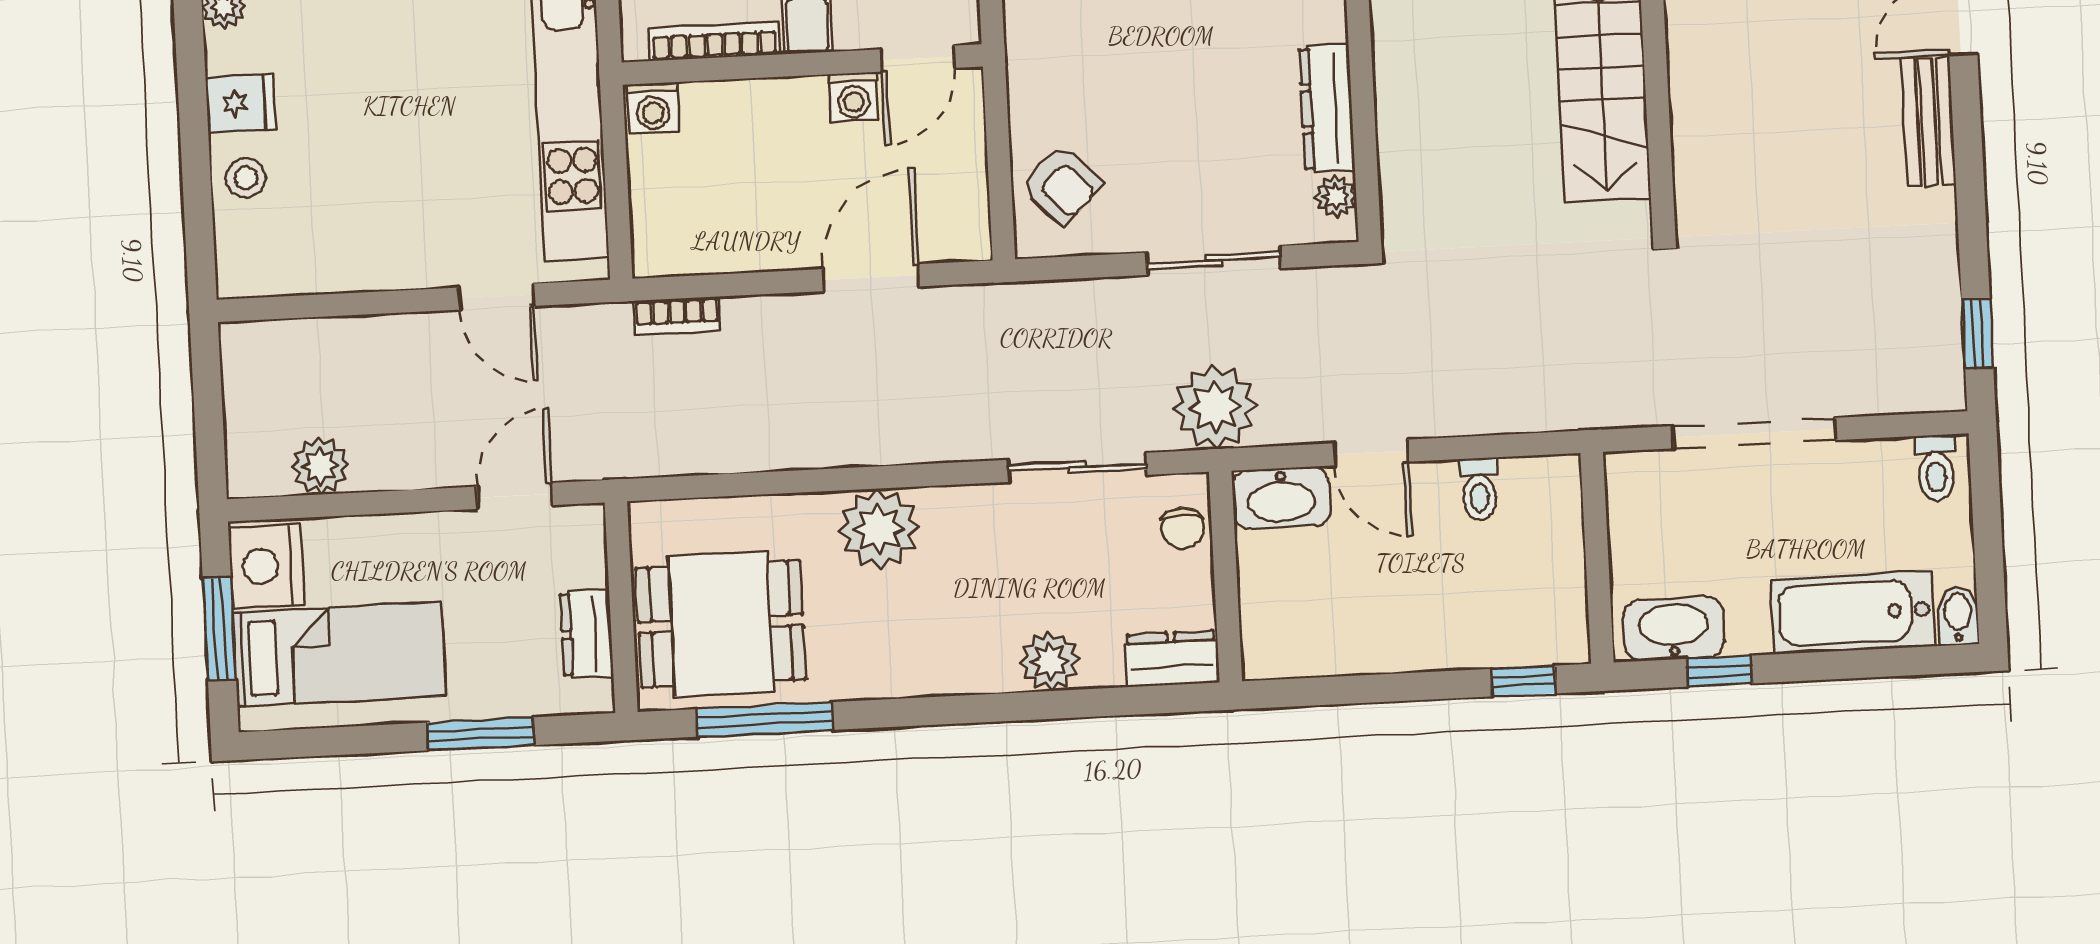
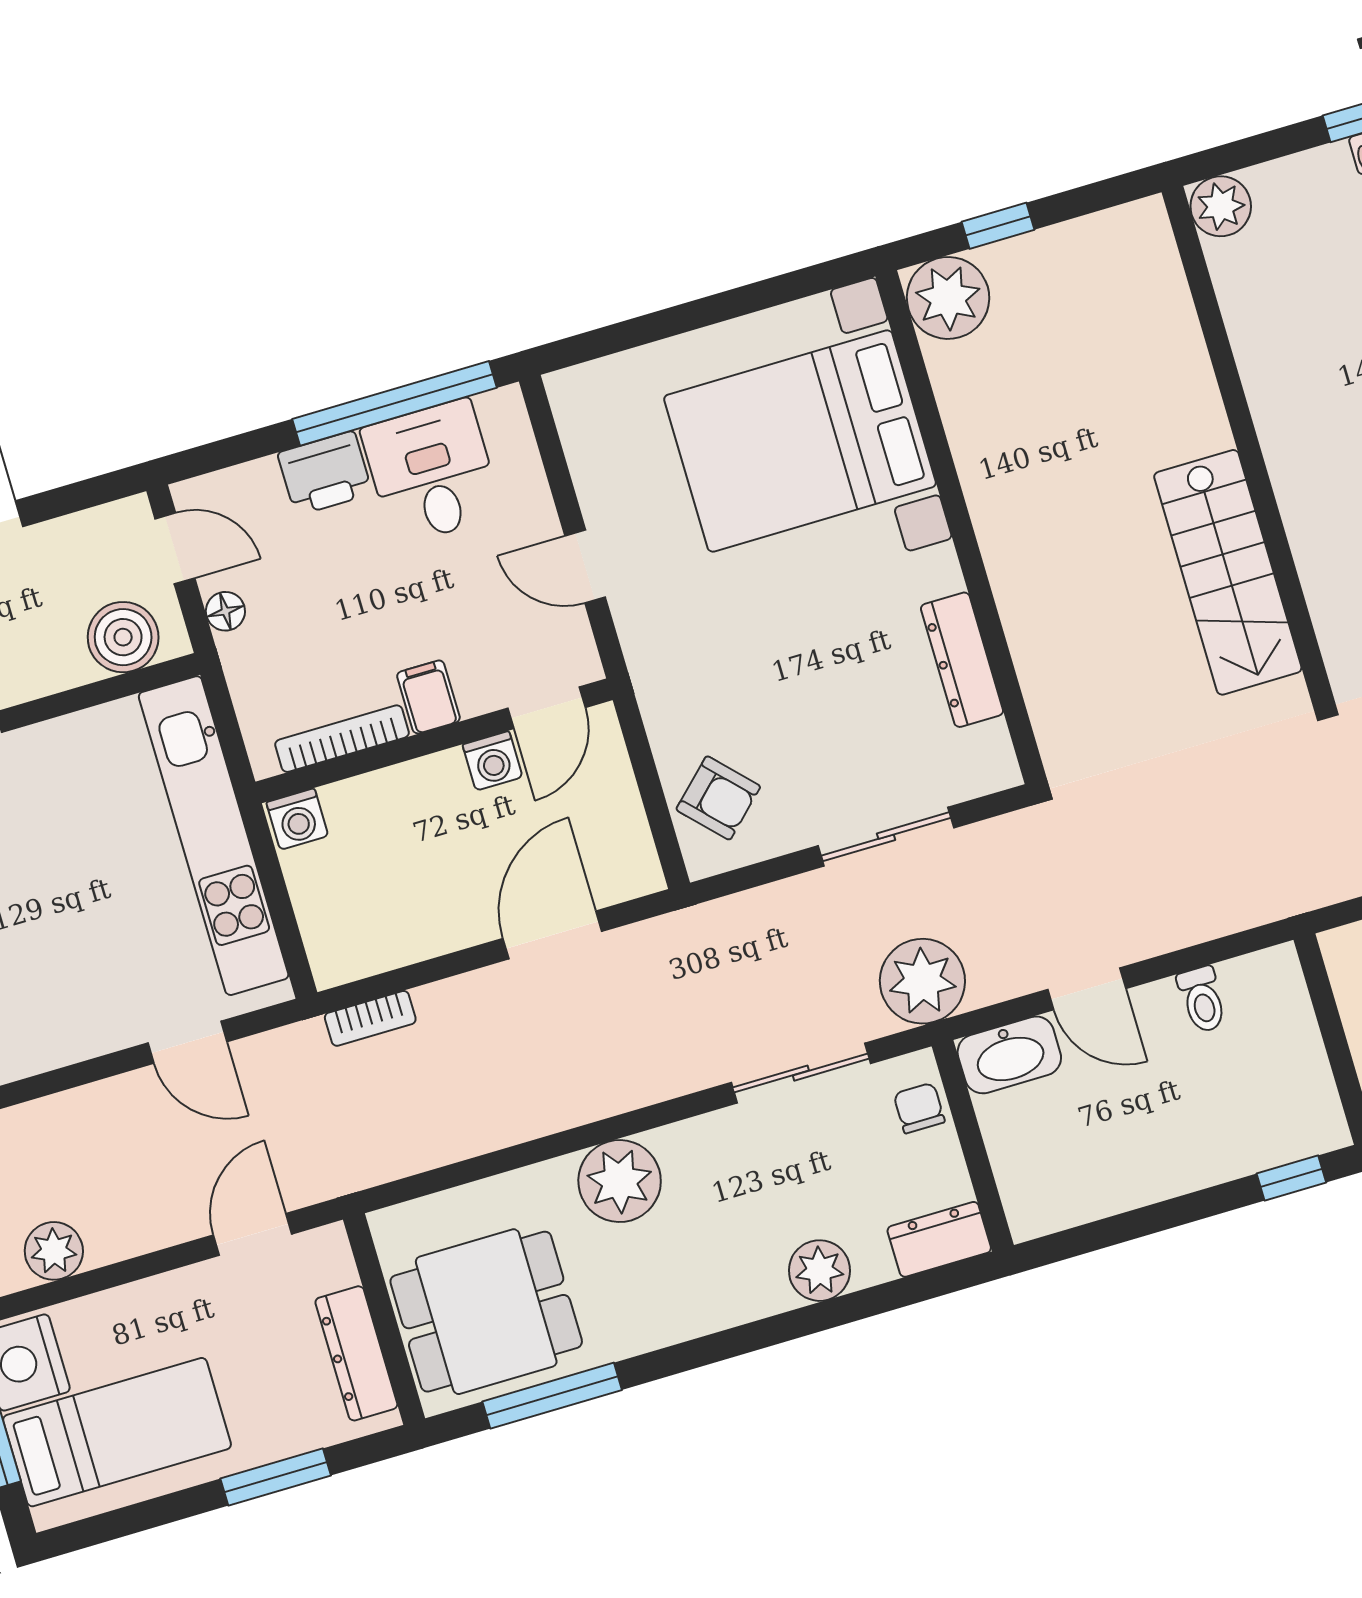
plant: (1336, 196) -> (991, 745), removed
chair: (1183, 528) -> (919, 1108), turned 180
dresser: (587, 634) -> (356, 1353), width x1.44

